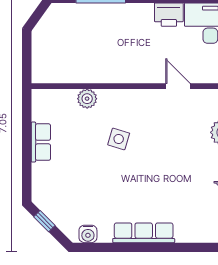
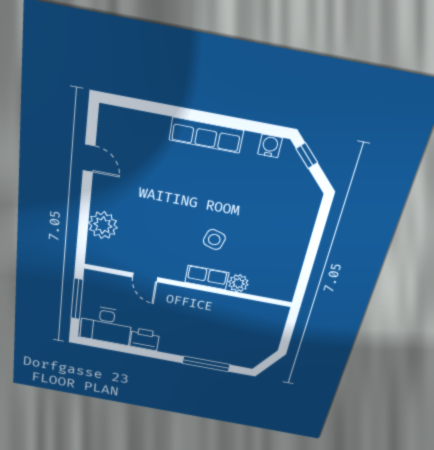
row of seats: (41, 142) -> (207, 277), moved, turned 90
window: (44, 221) -> (307, 156), moved

